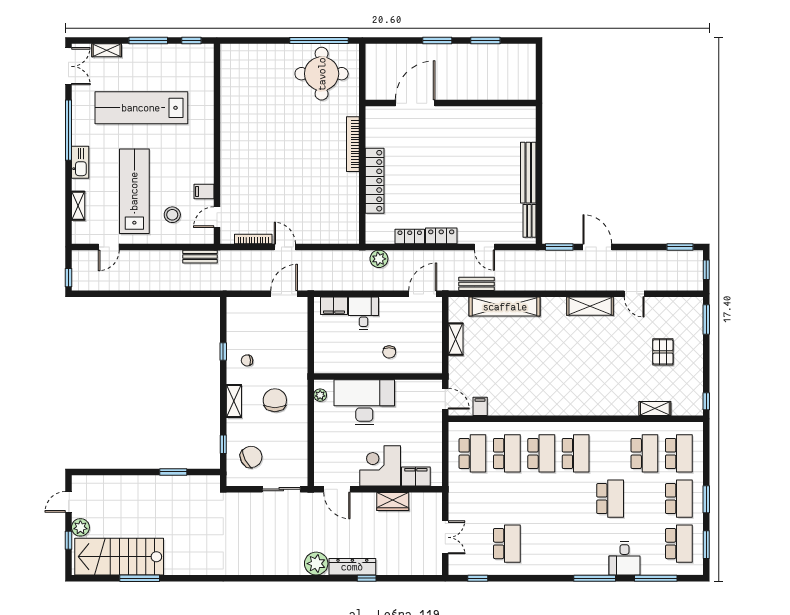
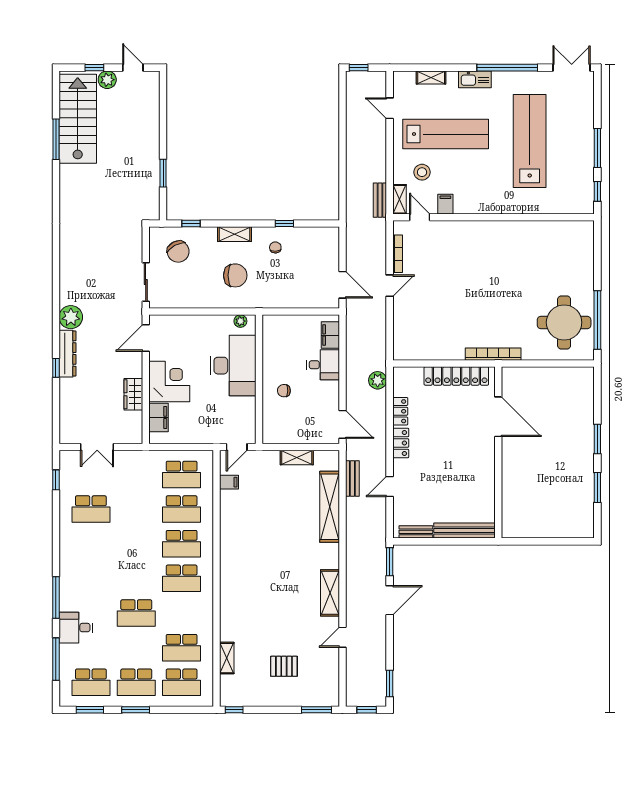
shelving: (107, 50) -> (399, 199), moved
double door: (68, 66) -> (572, 68), swing flipped
door: (415, 103) -> (498, 417), moved
wall: (451, 103) -> (498, 452), moved

